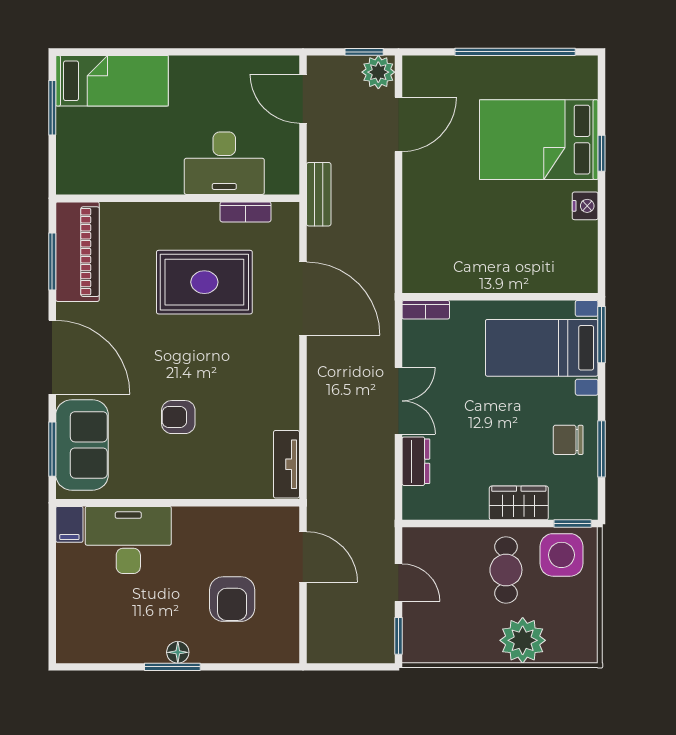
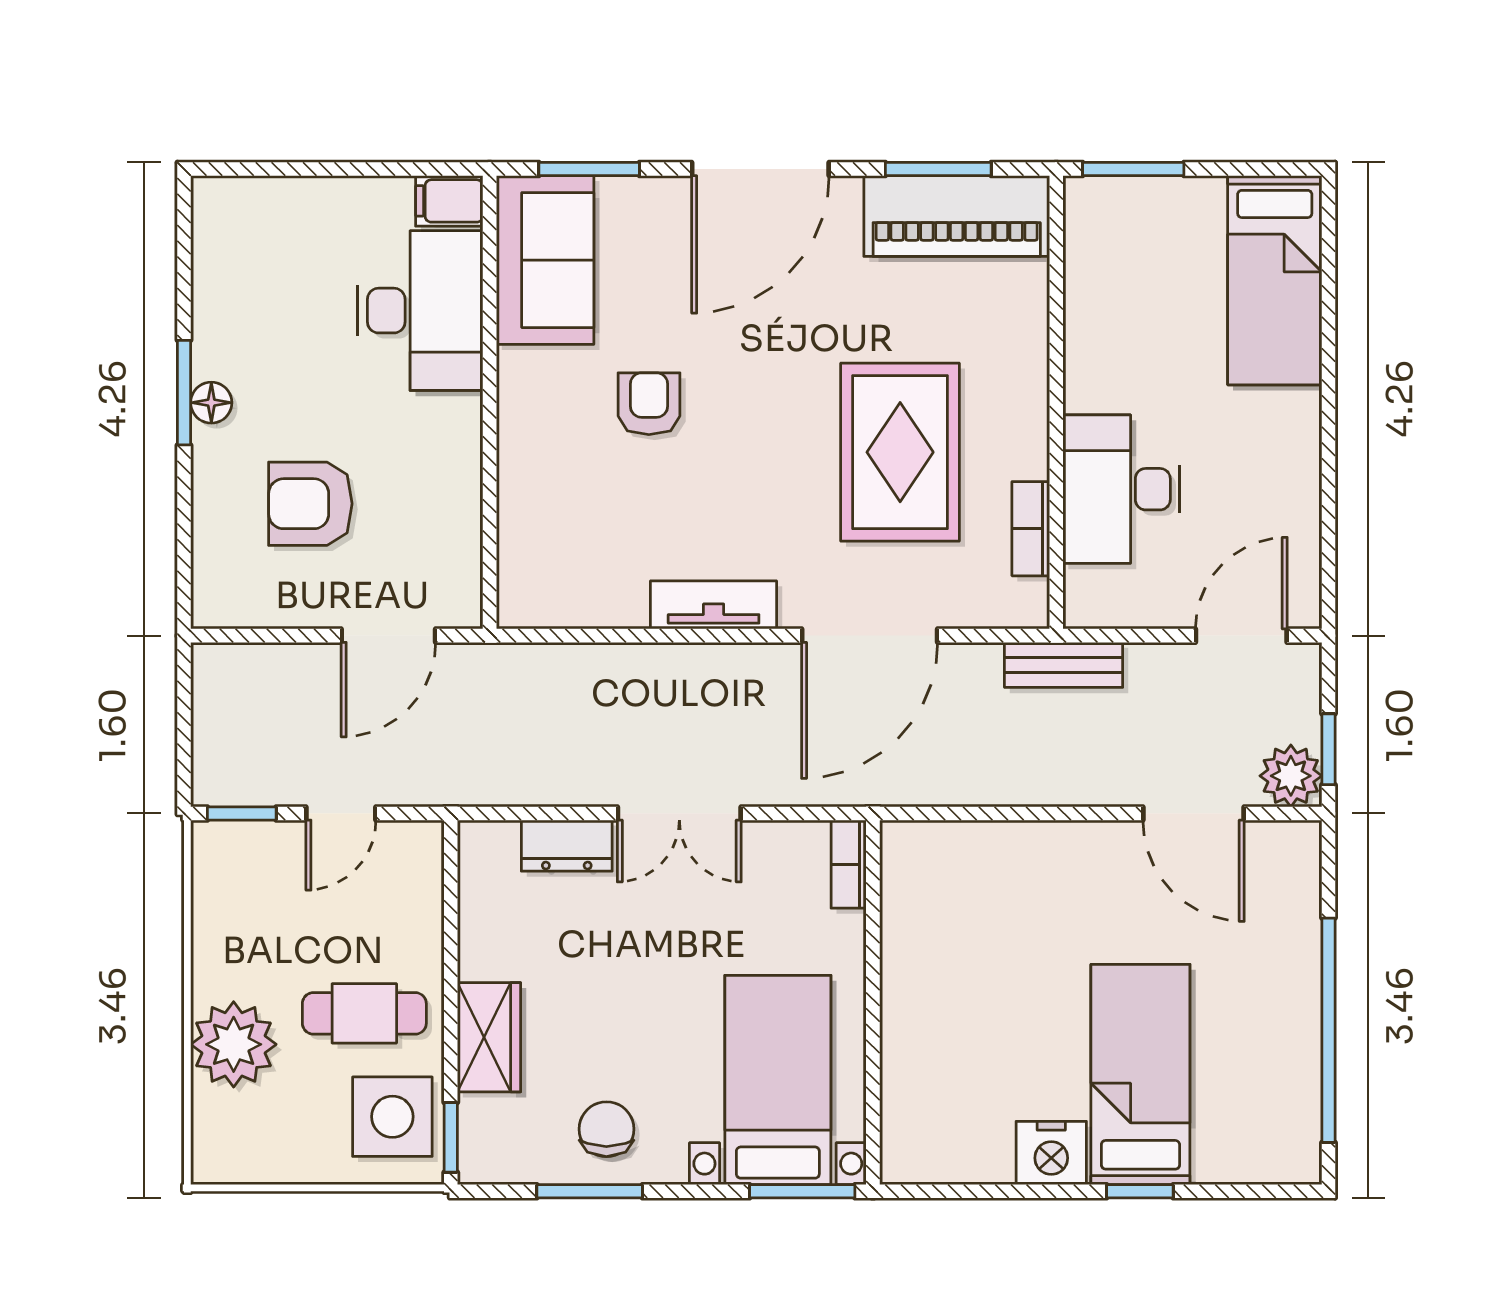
window: (52, 108) -> (1133, 169), moved
bed: (539, 140) -> (1140, 1074), width x0.67
nightstand: (585, 206) -> (1051, 1153), width x1.36, depth x1.33
sofa: (82, 445) -> (545, 260), moved, turned -90
tv unit: (286, 464) -> (714, 605), moved

